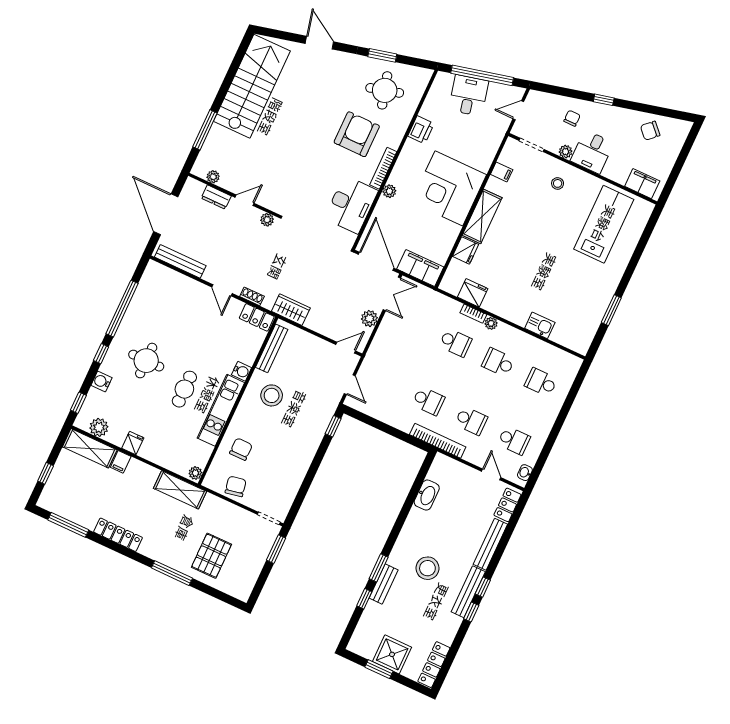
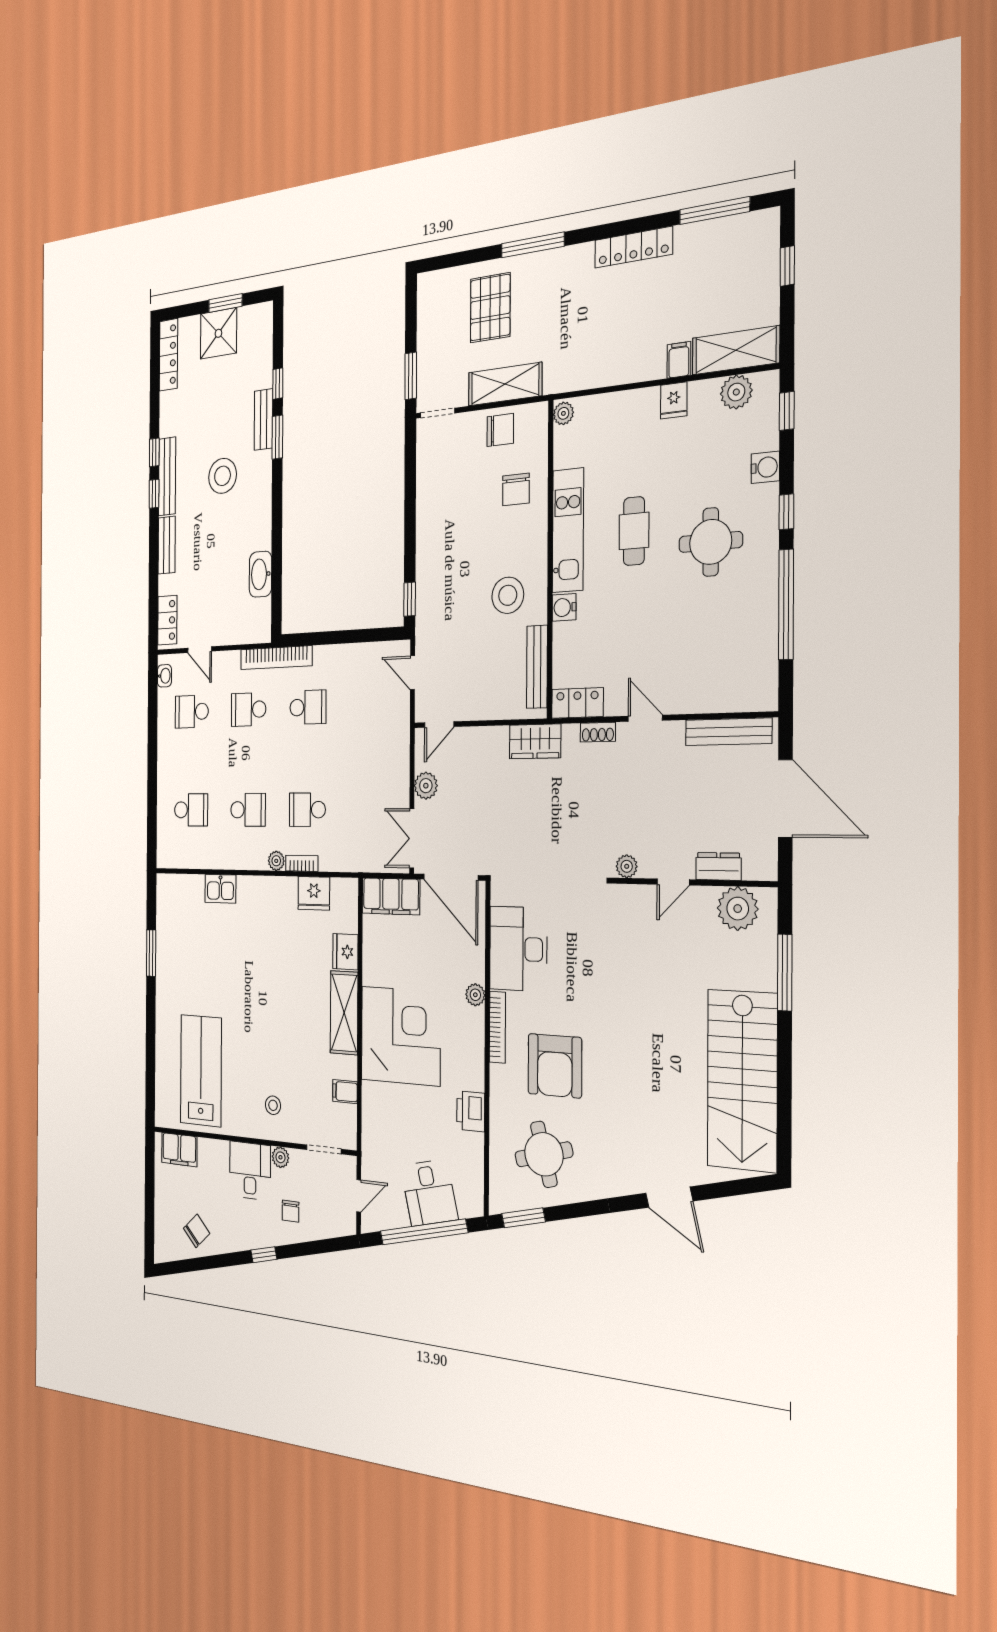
window: (382, 55) -> (524, 1218), moved
plant: (213, 177) -> (738, 909), width x1.88, depth x1.88
lab bench: (604, 224) -> (201, 1071), turned 180
school desk: (428, 401) -> (308, 707), turned 180
chair: (236, 486) -> (500, 430), turned -79
shelving: (180, 490) -> (505, 384), moved
bench: (490, 544) -> (167, 545), width x0.73

